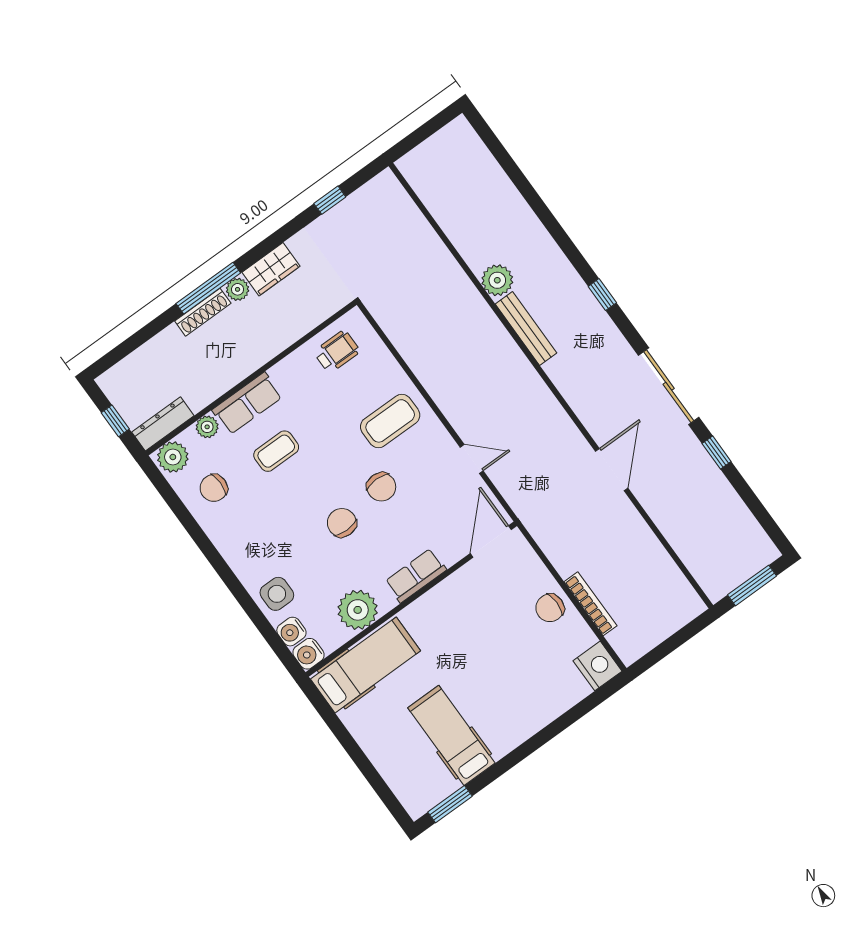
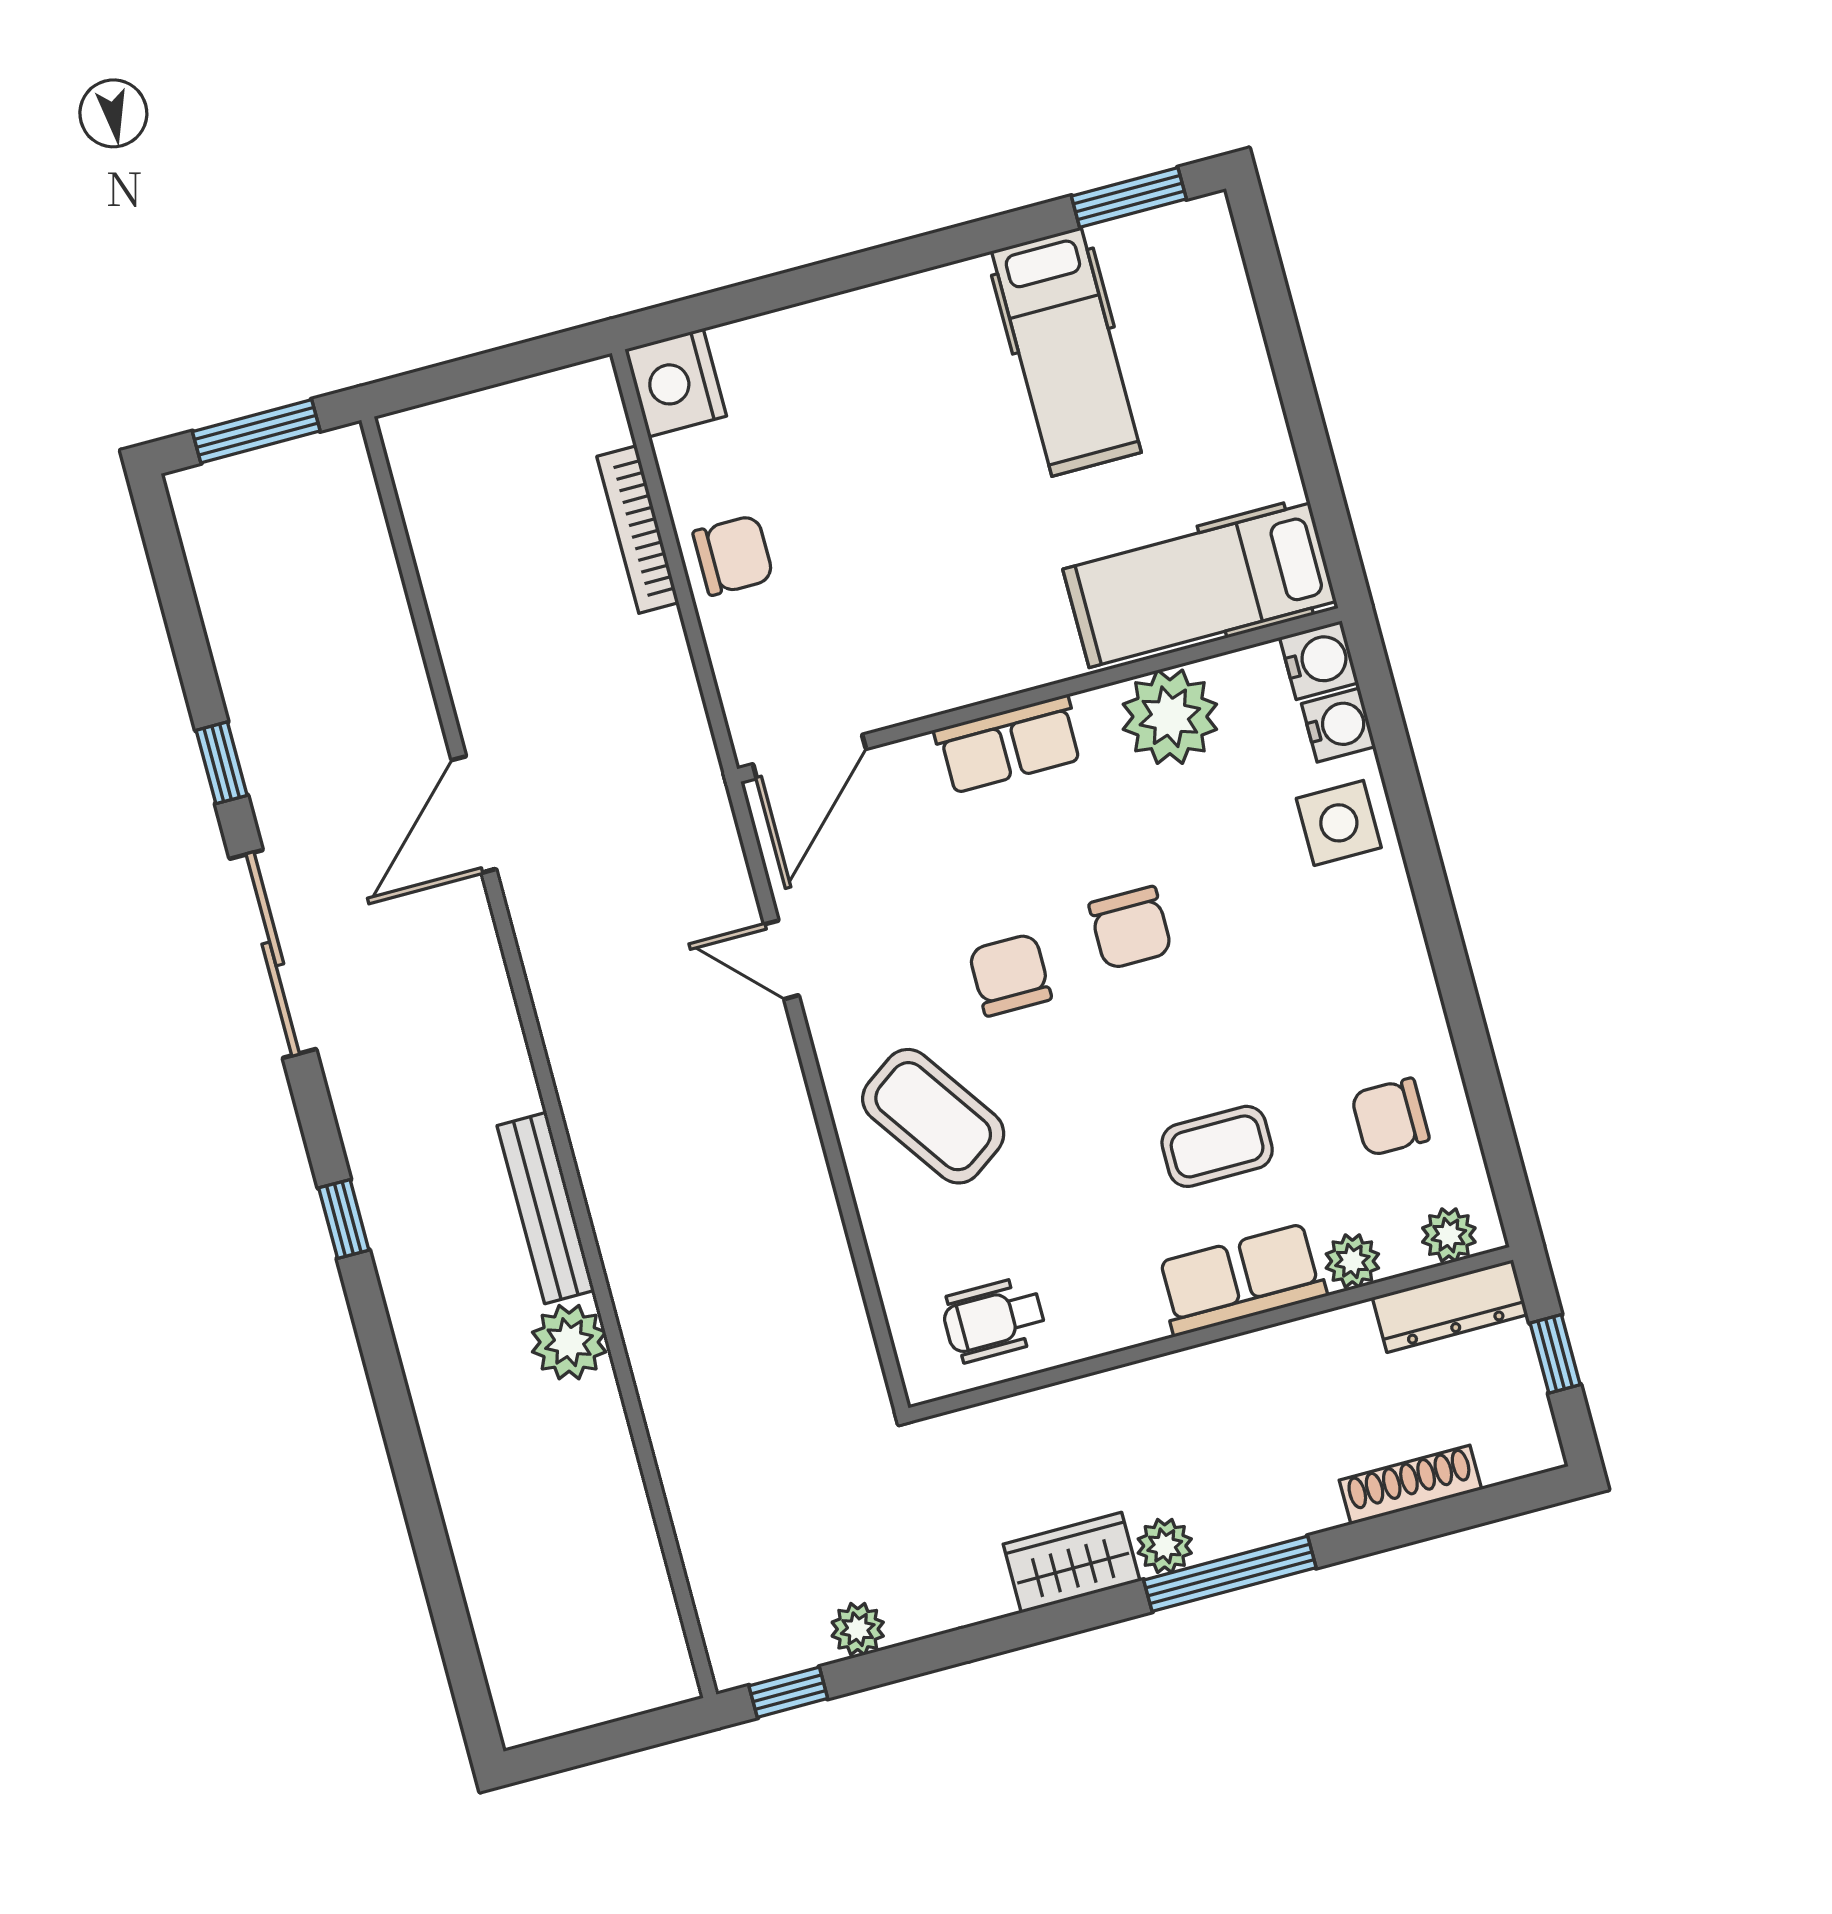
window: (330, 200) -> (788, 1692), moved
plant: (344, 212) -> (858, 1629), added
shoe rack: (203, 312) -> (1410, 1485), moved
coffee table: (390, 421) -> (933, 1116), turned 55
plant: (173, 457) -> (1449, 1235), width x0.73, depth x0.73
chair: (214, 488) -> (1390, 1117), turned 180

